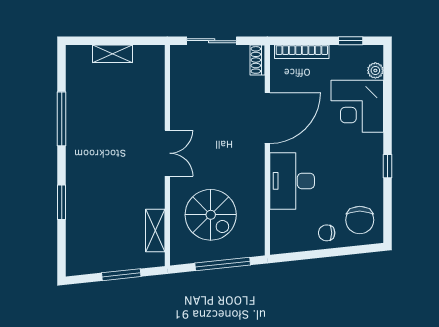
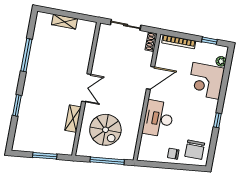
door: (267, 118) -> (151, 78), width x0.73
shelving: (155, 231) -> (73, 119), moved

